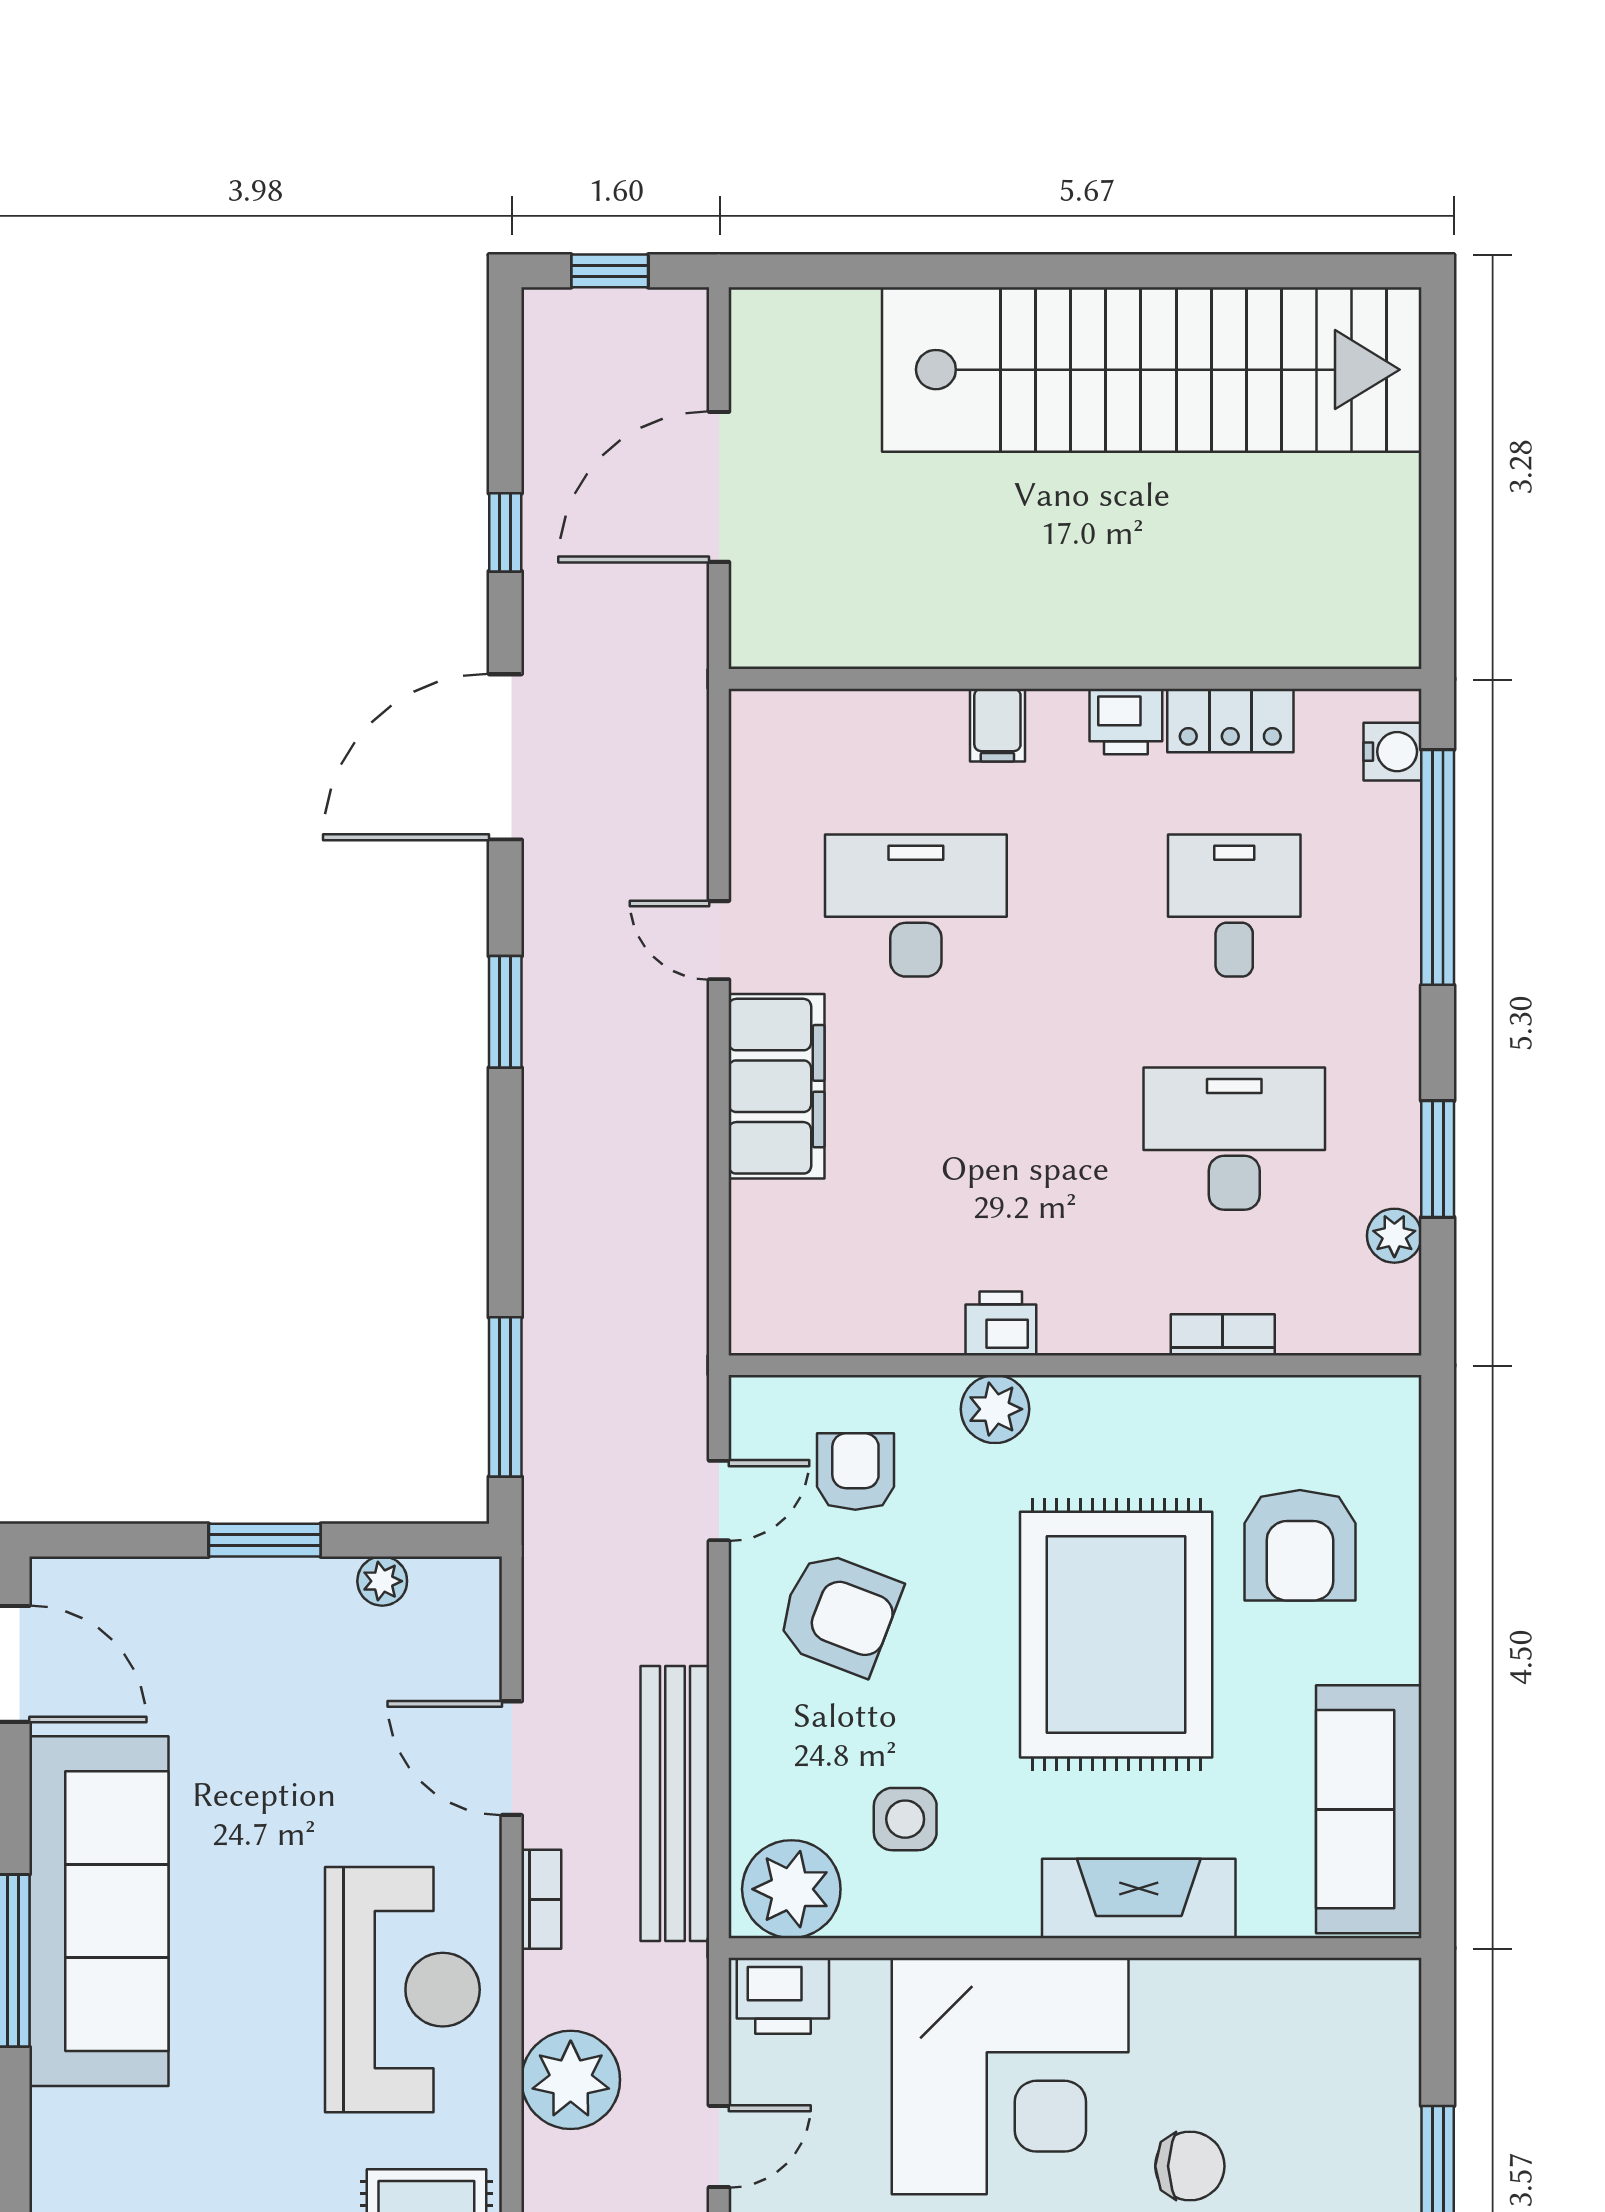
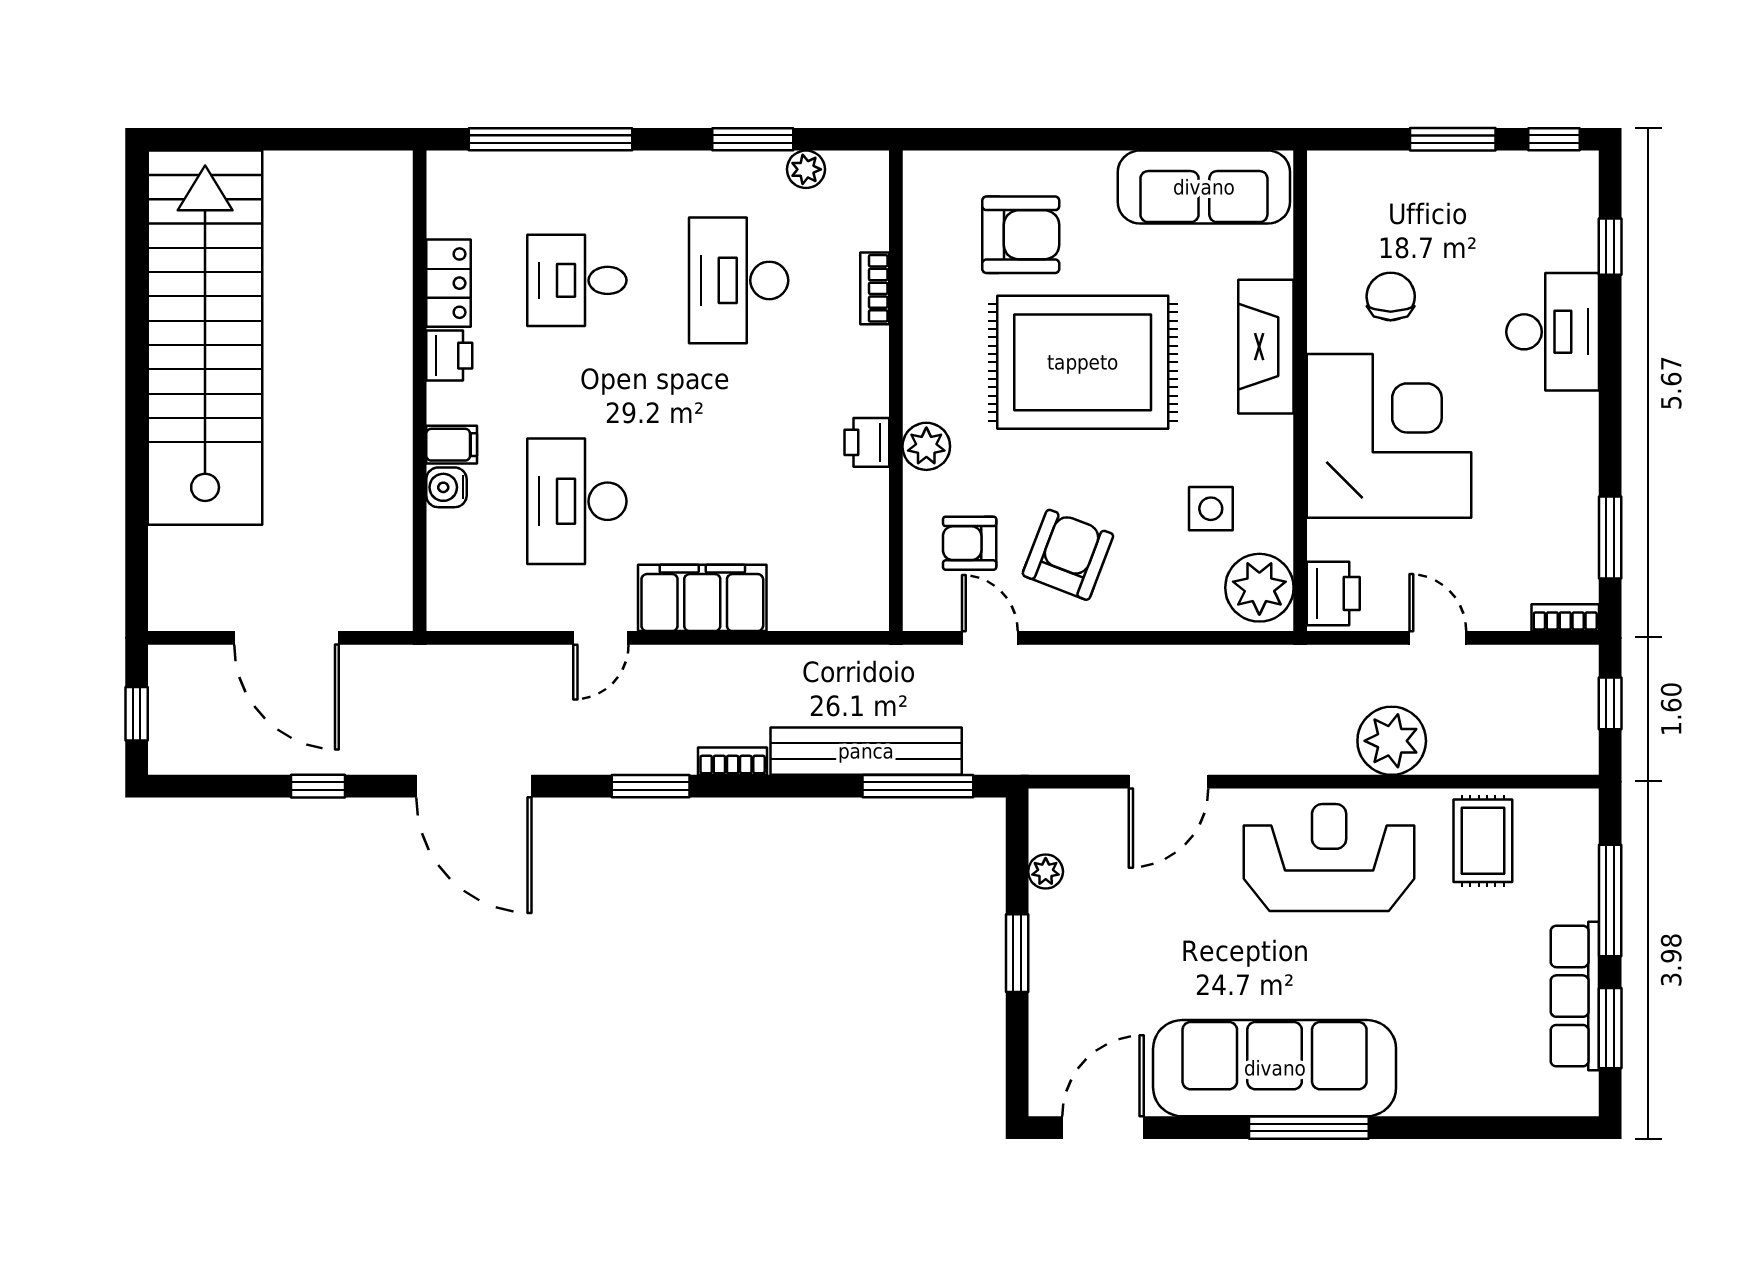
water cooler: (1393, 752) -> (446, 487), moved, turned -90
bench: (675, 1803) -> (866, 751), moved
bookcase: (541, 1899) -> (733, 761), moved
chair: (1190, 2166) -> (1391, 296), moved

